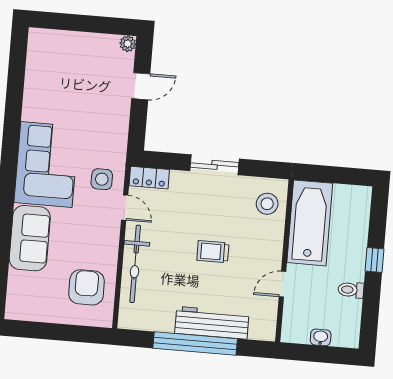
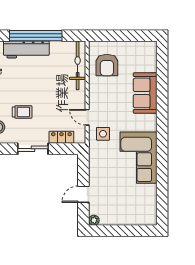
corner sofa: (46, 164) -> (139, 158), moved
locker: (149, 178) -> (61, 137), moved
trolley: (213, 252) -> (22, 112), moved
bicycle: (135, 264) -> (78, 65), moved

